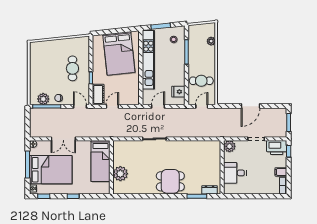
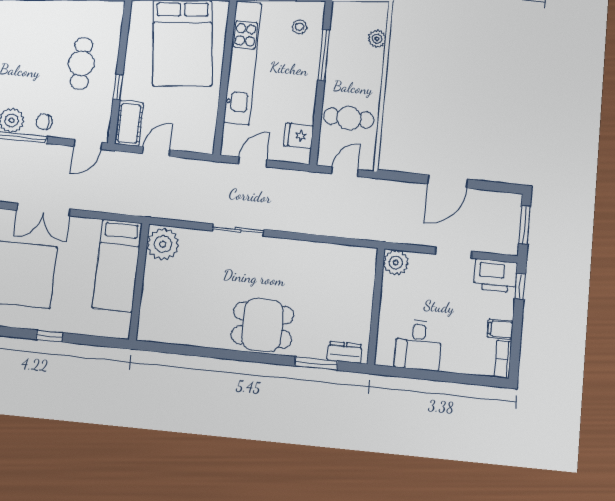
door: (80, 106) -> (88, 144), swing flipped
desk: (235, 173) -> (418, 345), moved, turned -90
plant: (120, 174) -> (163, 244), moved

